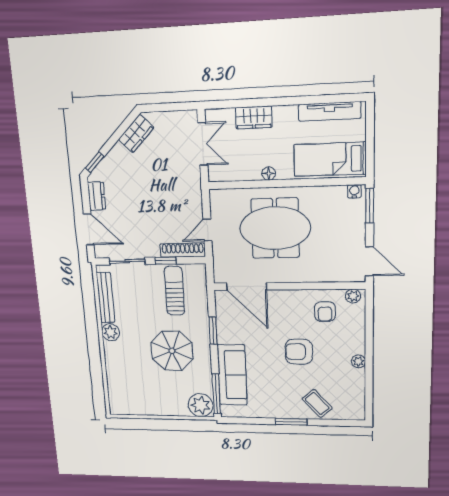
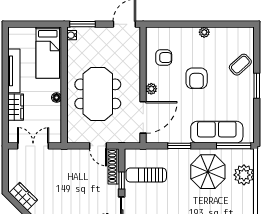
tv unit: (330, 111) -> (14, 71), moved
plant: (353, 296) -> (151, 89), moved
parasol: (172, 351) -> (208, 172), moved
plant: (201, 405) -> (244, 175), moved

